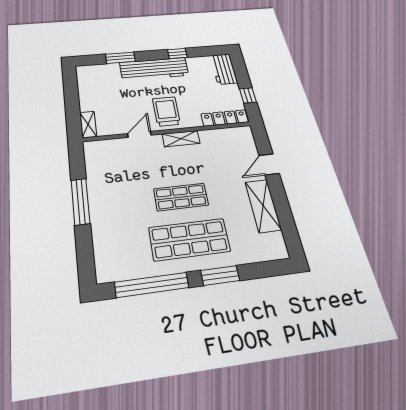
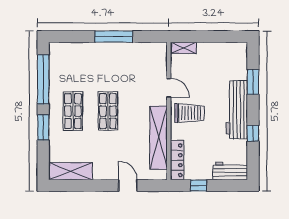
shelving: (181, 139) -> (159, 138), width x2.20, depth x1.33
shelving: (263, 206) -> (70, 171), moved
shop shelf: (189, 239) -> (73, 111), width x0.70, depth x0.74

